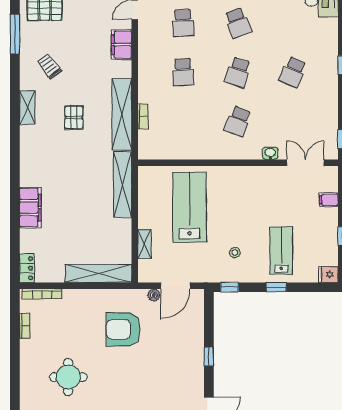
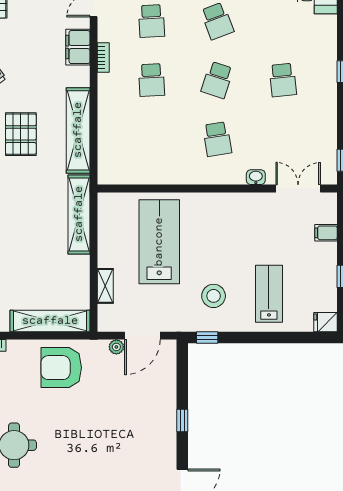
school desk: (293, 72) -> (283, 80), turned -30
bookcase: (143, 116) -> (103, 58), moved
pallet: (74, 117) -> (21, 134), width x1.50, depth x1.42
school desk: (238, 121) -> (217, 139), turned -30
stool: (235, 252) -> (214, 296), width x1.89, depth x1.89
window: (276, 287) -> (263, 338), removed
armchair: (123, 329) -> (61, 368), moved

